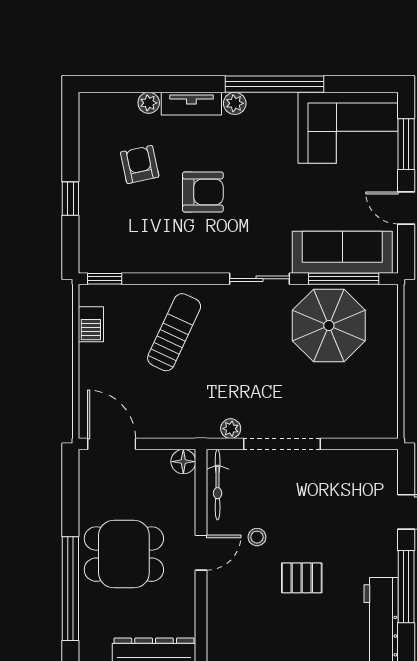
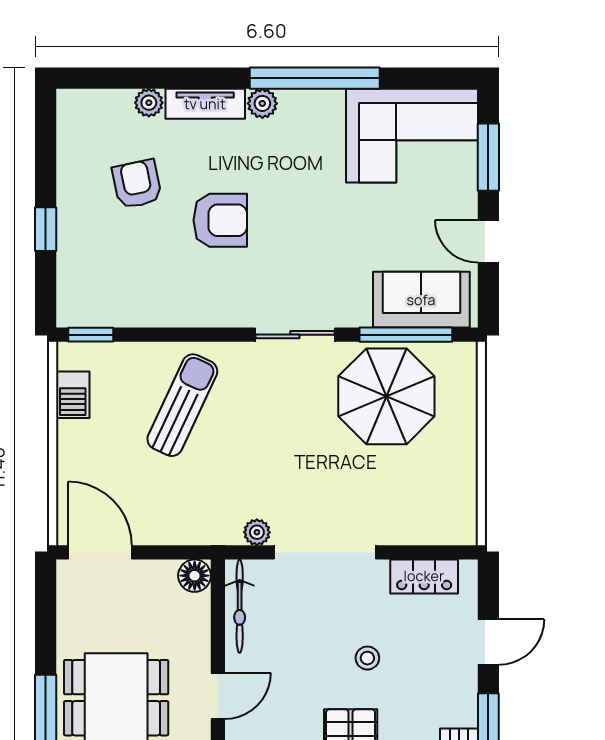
sofa: (342, 252) -> (421, 300), width x0.73
locker: (357, 462) -> (424, 576), added
stool: (257, 537) -> (367, 658), moved

